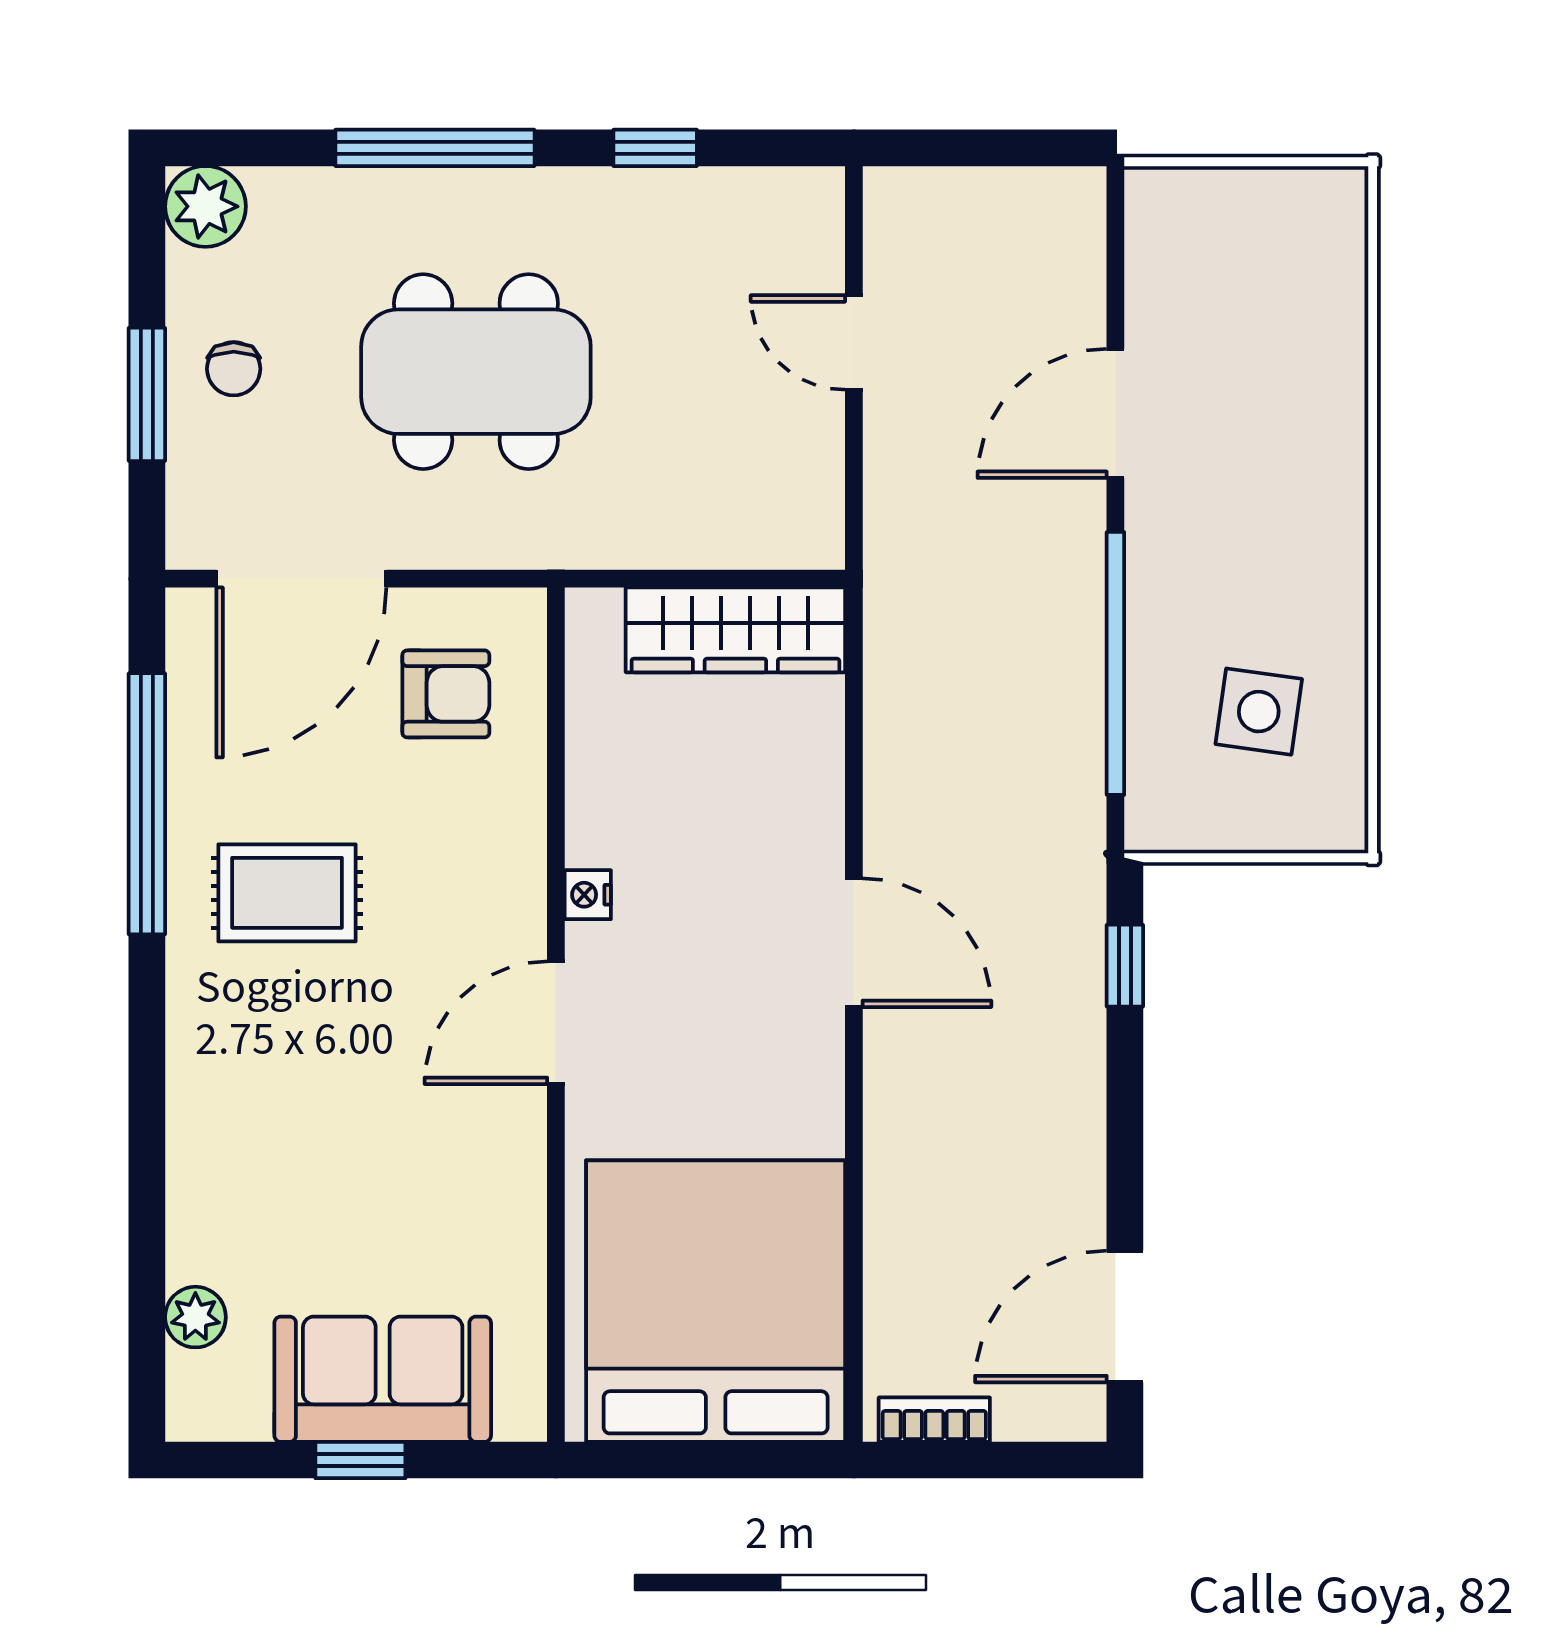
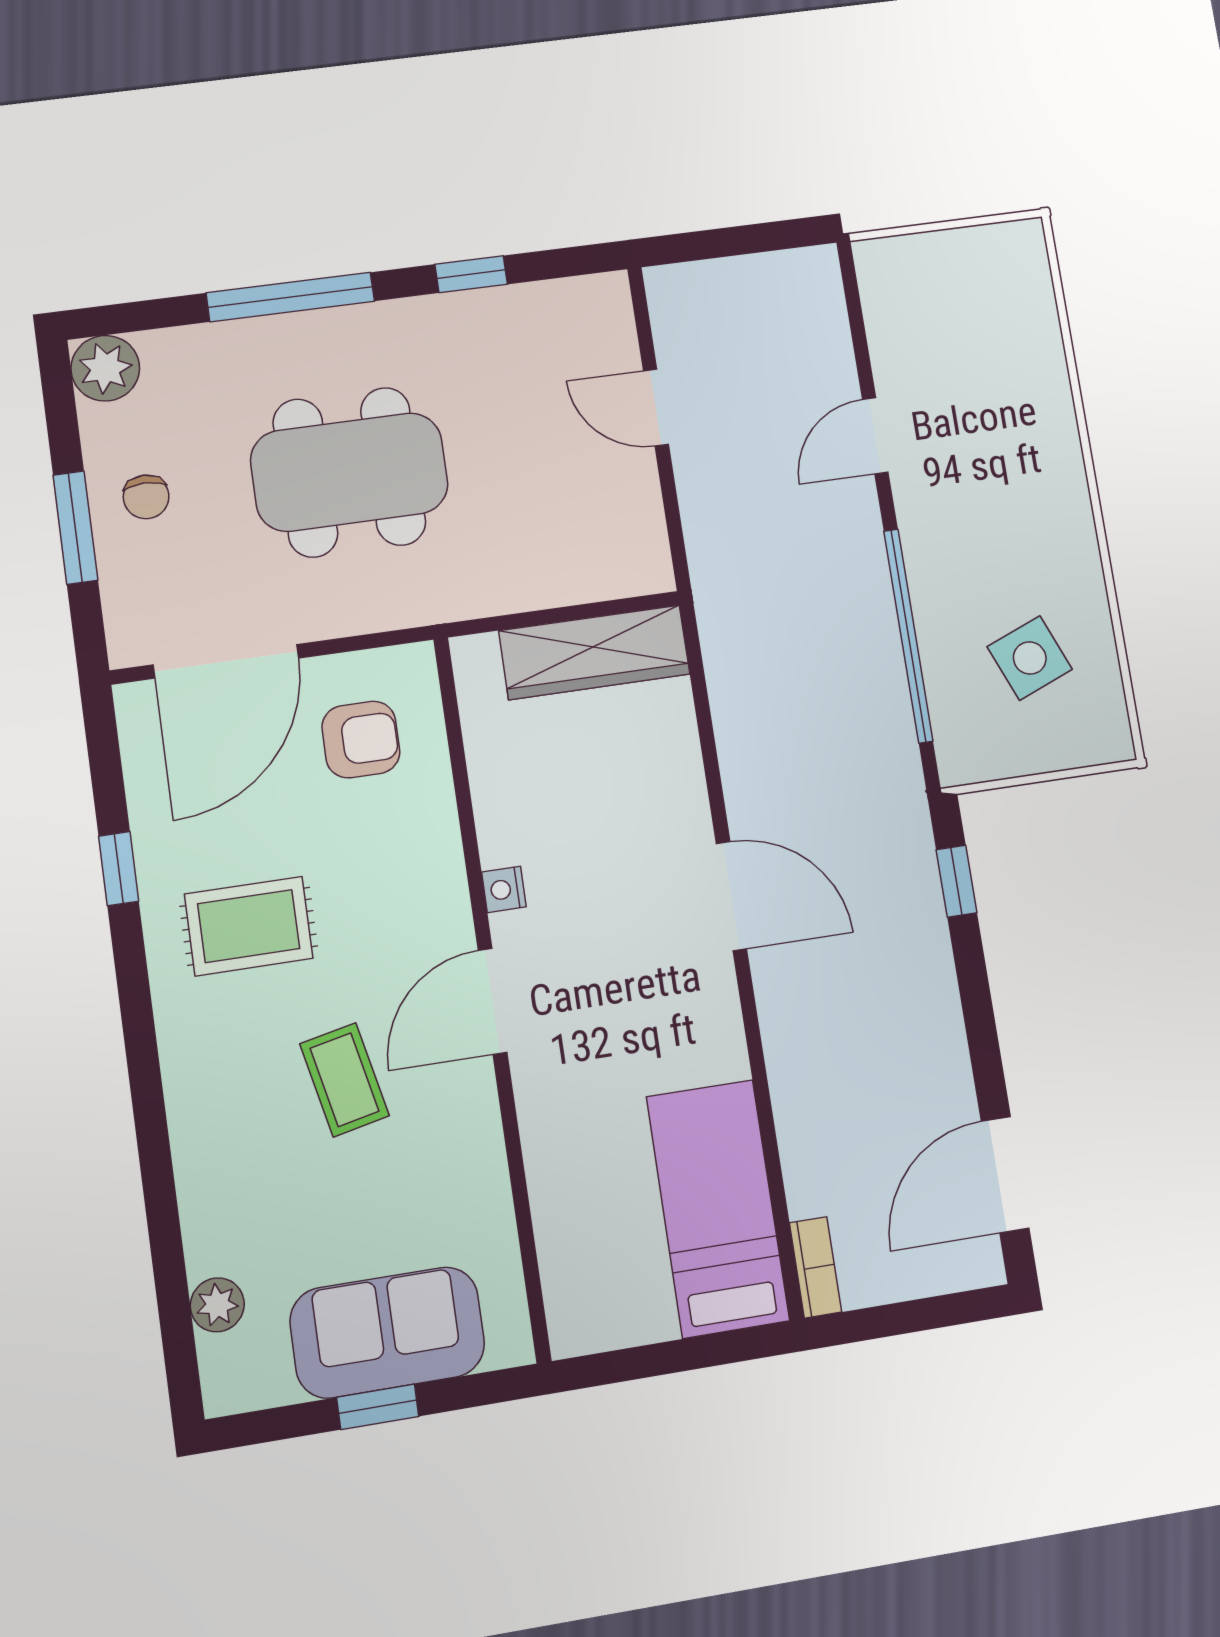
door: (1115, 413) -> (875, 436), width x0.73
side table: (1259, 712) -> (1030, 658), turned -30
window: (147, 804) -> (119, 869), width x0.32
coffee table: (373, 1086) -> (345, 1080), added
bed: (716, 1301) -> (718, 1208), width x0.49
bookcase: (934, 1420) -> (815, 1267), moved, turned 90

